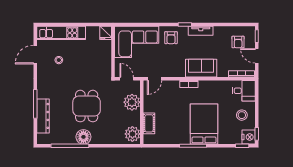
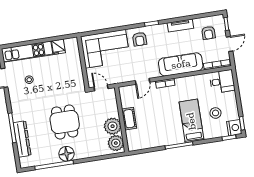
tv unit: (201, 31) -> (180, 25), moved
fridge: (106, 33) -> (58, 47), moved
door: (257, 56) -> (230, 44), swing flipped
sofa: (201, 68) -> (181, 64), width x1.36
door: (155, 79) -> (143, 81), moved
plant: (132, 102) -> (113, 126), moved
stool: (242, 115) -> (216, 113), moved
cot: (149, 123) -> (129, 119), moved
bed: (204, 124) -> (191, 121), width x0.67

